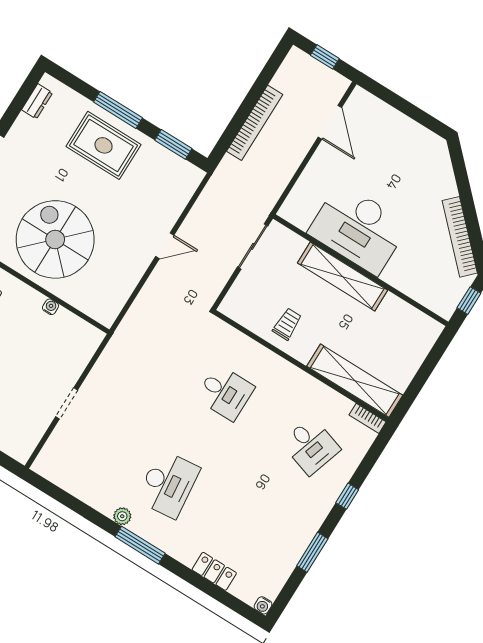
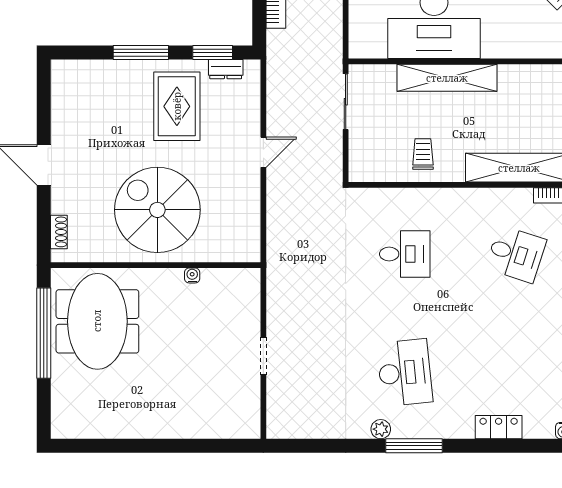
dresser: (37, 101) -> (226, 69), moved, turned 90
rug: (104, 145) -> (177, 106), moved, turned 90

